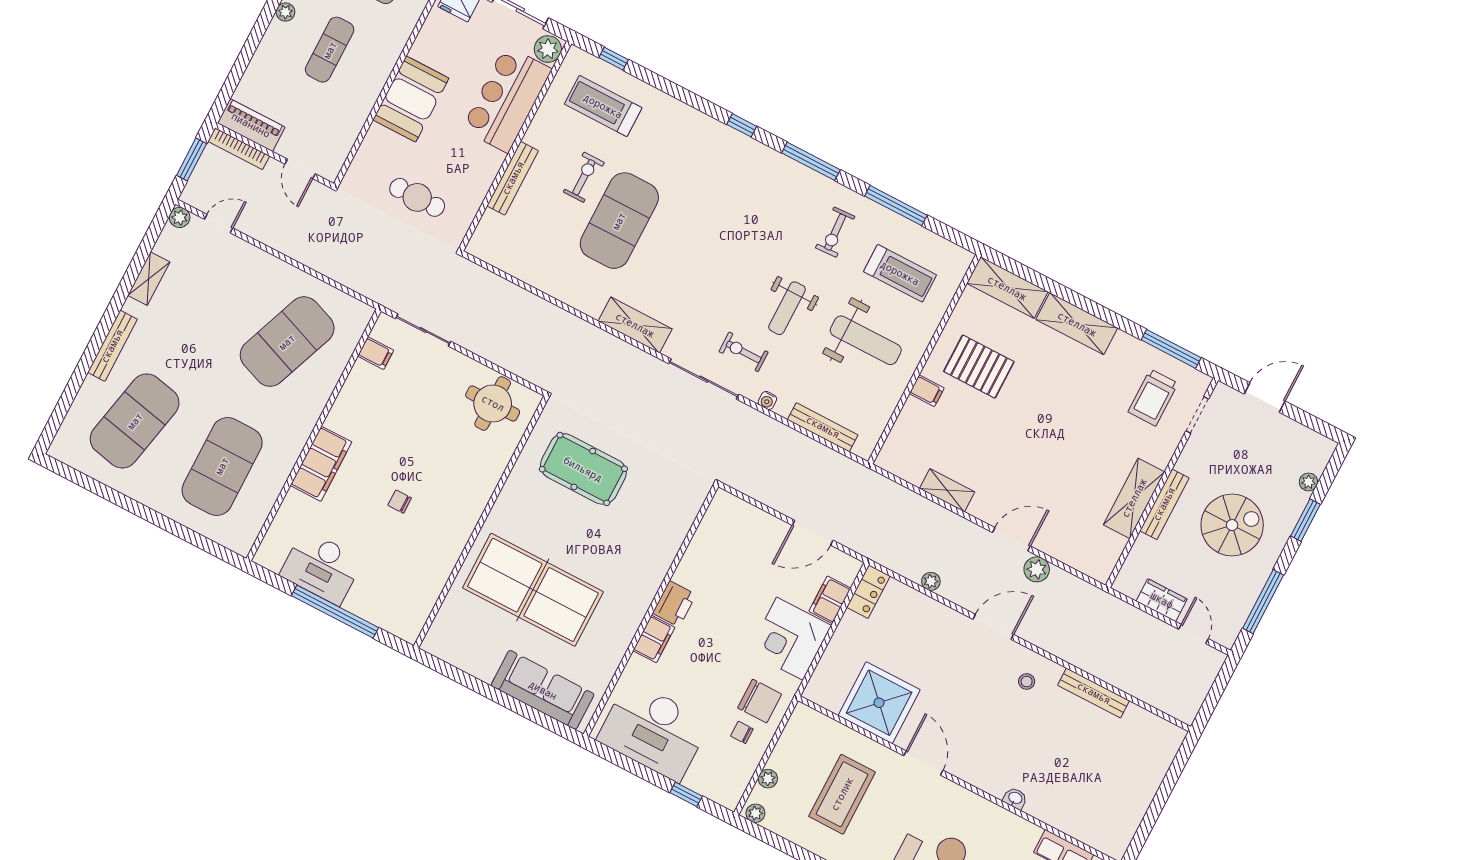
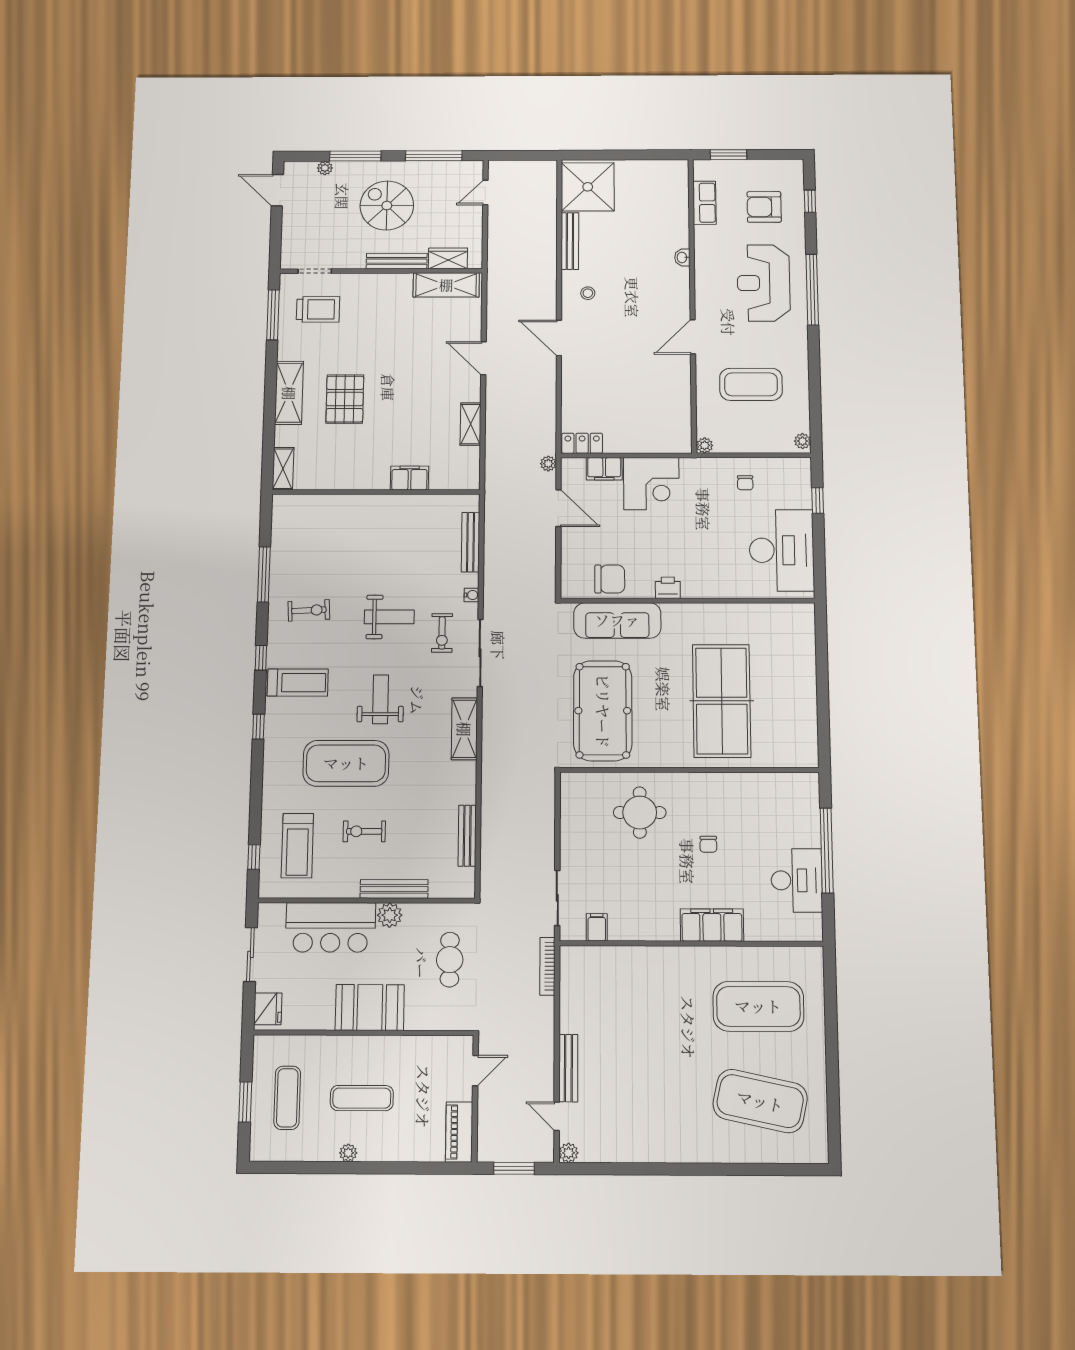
plant: (548, 49) -> (390, 915), moved
bookcase: (239, 149) -> (547, 966), moved, turned 180
window: (811, 161) -> (261, 658), width x0.46
exercise mat: (619, 221) -> (346, 763), moved
treadmill: (900, 273) -> (298, 683), moved, turned 90
bench: (528, 274) -> (467, 836), added
shelving: (149, 279) -> (634, 1152), removed
shelving: (1007, 288) -> (283, 469), width x0.67, depth x0.75
weight bench: (866, 340) -> (380, 699), moved, width x0.73, depth x0.75
exercise mat: (287, 342) -> (626, 1006), removed
bench: (112, 346) -> (568, 1068), moved, turned 90
pallet: (979, 367) -> (345, 399), moved
filing cabinet: (927, 391) -> (409, 478), width x2.00
door: (1265, 398) -> (277, 190), moved
round table: (493, 403) -> (640, 813), moved
pool table: (583, 469) -> (603, 711), width x1.36, depth x1.32
shelving: (1134, 498) -> (446, 285), moved
window: (1306, 520) -> (355, 156), width x1.44
plant: (1037, 569) -> (497, 328), removed
plant: (931, 581) -> (548, 464), moved
wardrobe: (1162, 600) -> (448, 258), moved, turned 90
printer: (674, 604) -> (668, 588), width x0.73, depth x0.81
filing cabinet: (654, 639) -> (709, 587), removed
sofa: (543, 690) -> (617, 620), moved, turned -90
chair: (760, 701) -> (610, 579), moved, turned 90
shower: (879, 703) -> (588, 187), moved
plant: (768, 779) -> (705, 445), moved

